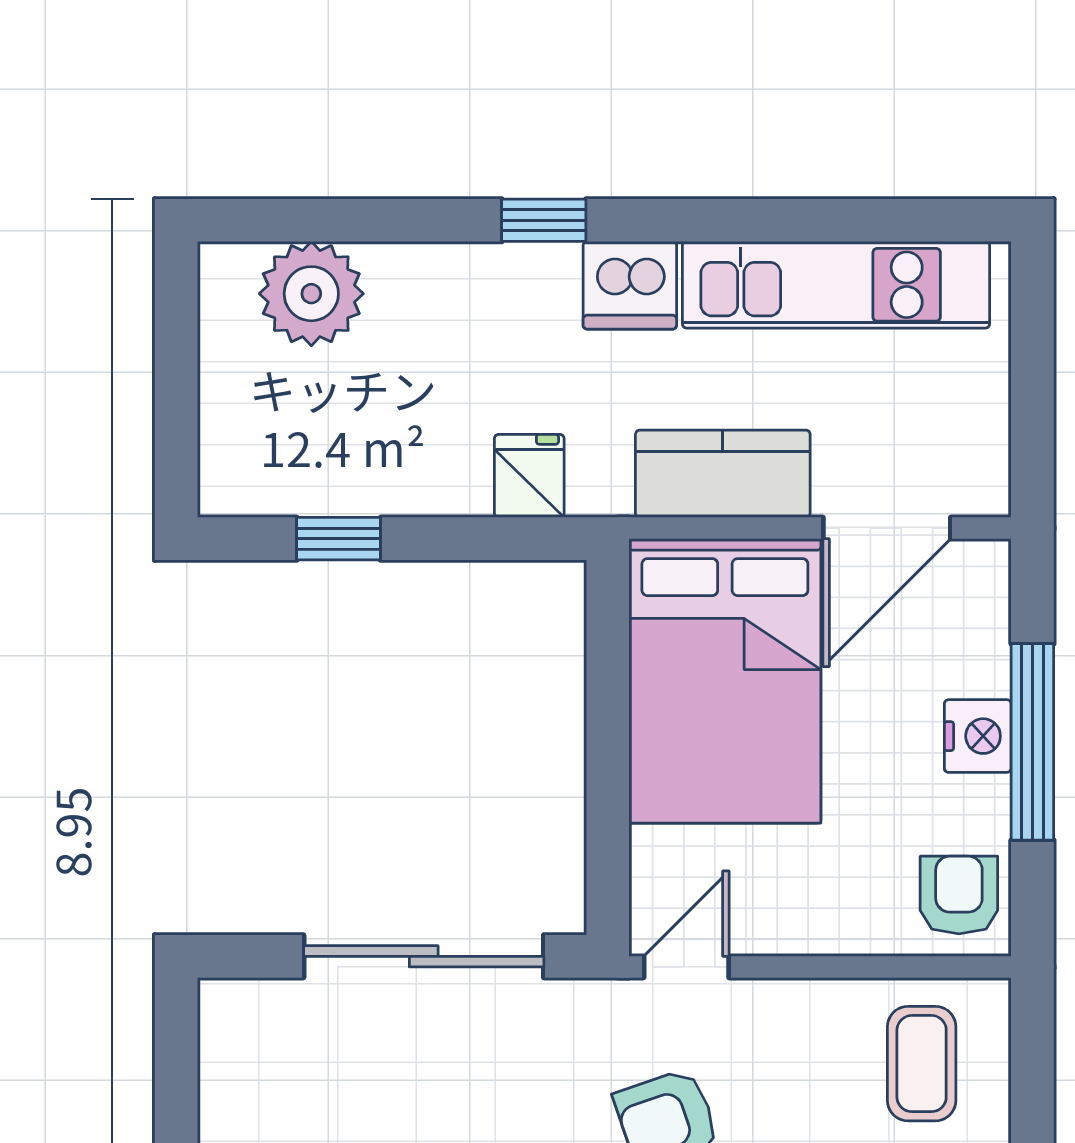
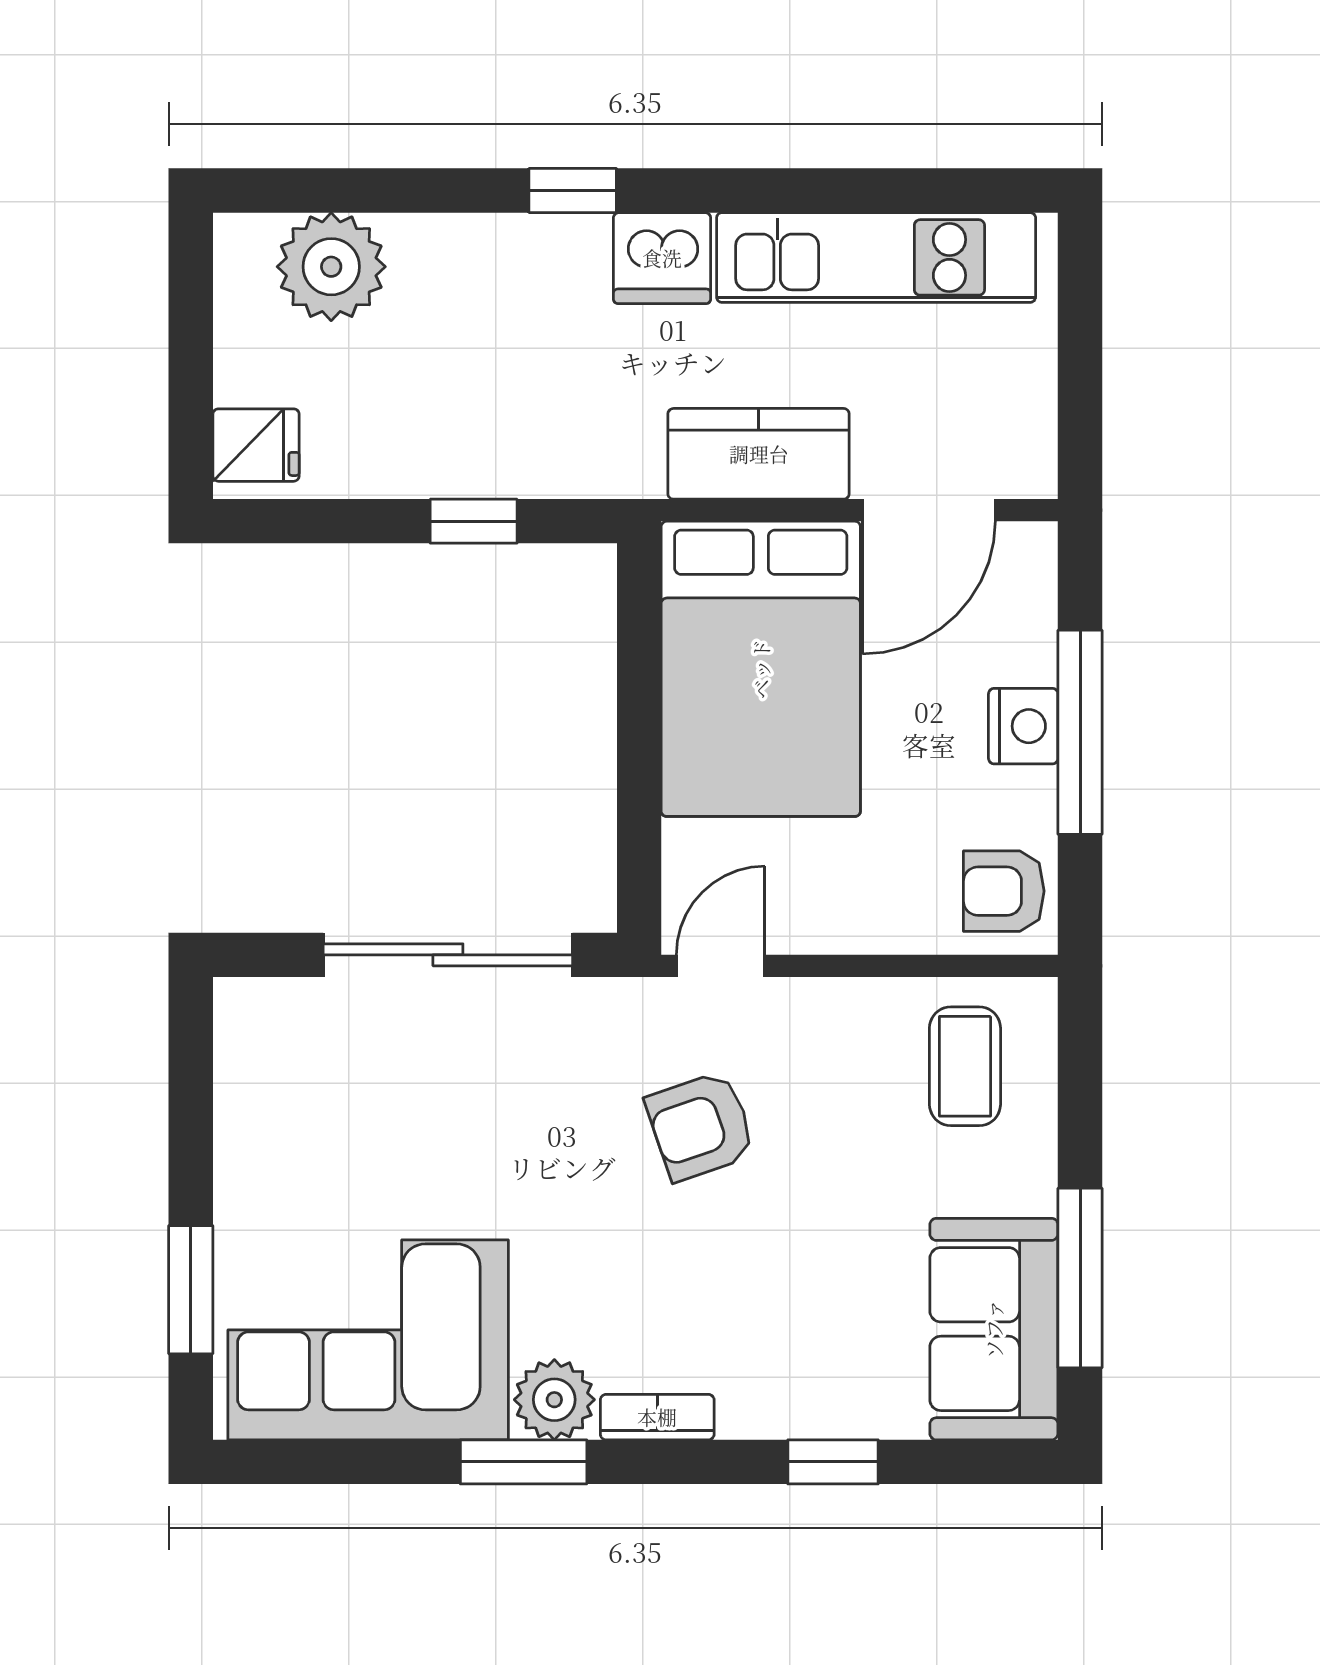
fridge: (529, 476) -> (256, 445), moved, turned 90
window: (339, 539) -> (474, 521), moved
armchair: (959, 895) -> (1004, 891), turned -90

